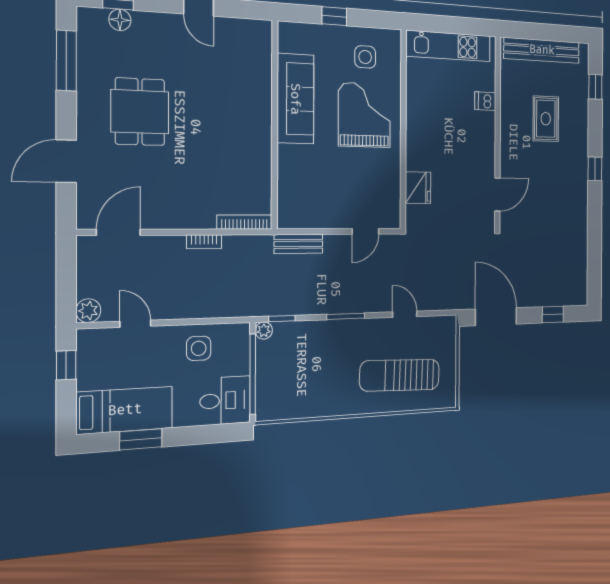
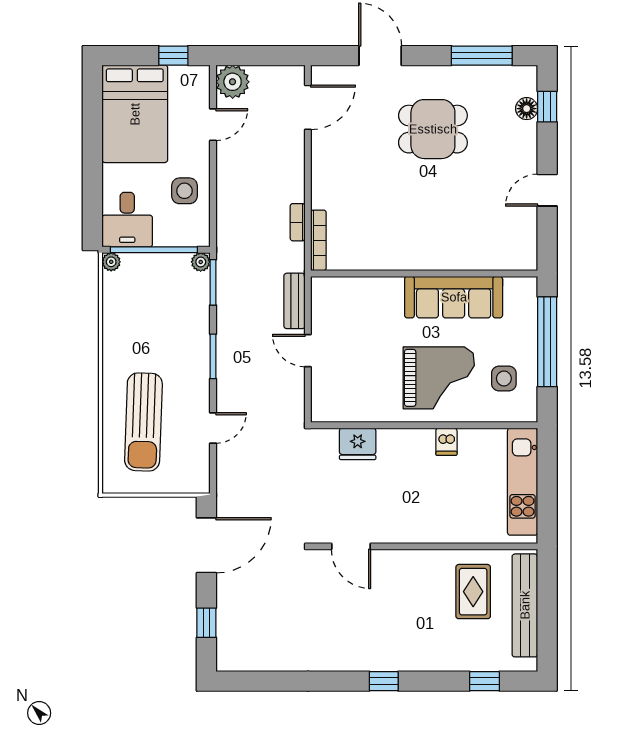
window: (334, 16) -> (547, 342), width x3.17
dishwasher: (485, 101) -> (446, 442), moved, turned 180
rug: (546, 119) -> (473, 592), moved, turned 90
door: (365, 231) -> (308, 351), moved
door: (118, 232) -> (308, 107), hinge flipped
bookcase: (204, 242) -> (298, 222), moved
plant: (88, 311) -> (233, 82), width x1.36, depth x1.36
window: (282, 319) -> (213, 282), width x1.50
sun lounger: (400, 375) -> (143, 422), turned 180
bed: (125, 410) -> (135, 114), width x1.50
plant: (263, 413) -> (111, 262), added
window: (141, 439) -> (92, 130), removed

